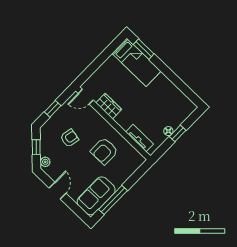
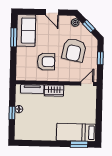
wardrobe: (109, 106) -> (54, 91), moved
armchair: (69, 138) -> (74, 50), width x1.88, depth x1.88
armchair: (104, 151) -> (46, 62), turned 90
window: (113, 200) -> (14, 37), width x0.69

